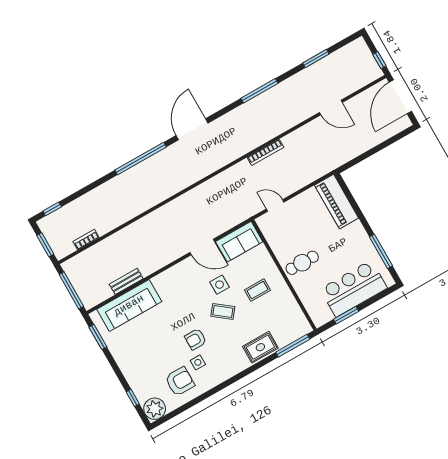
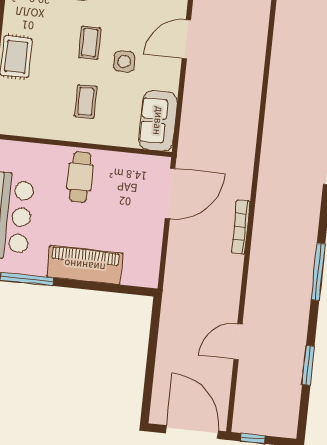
piano: (337, 202) -> (85, 265), moved
door: (275, 205) -> (170, 194), width x1.87
door: (202, 247) -> (186, 39), moved
coffee table: (223, 311) -> (90, 43), turned -38

